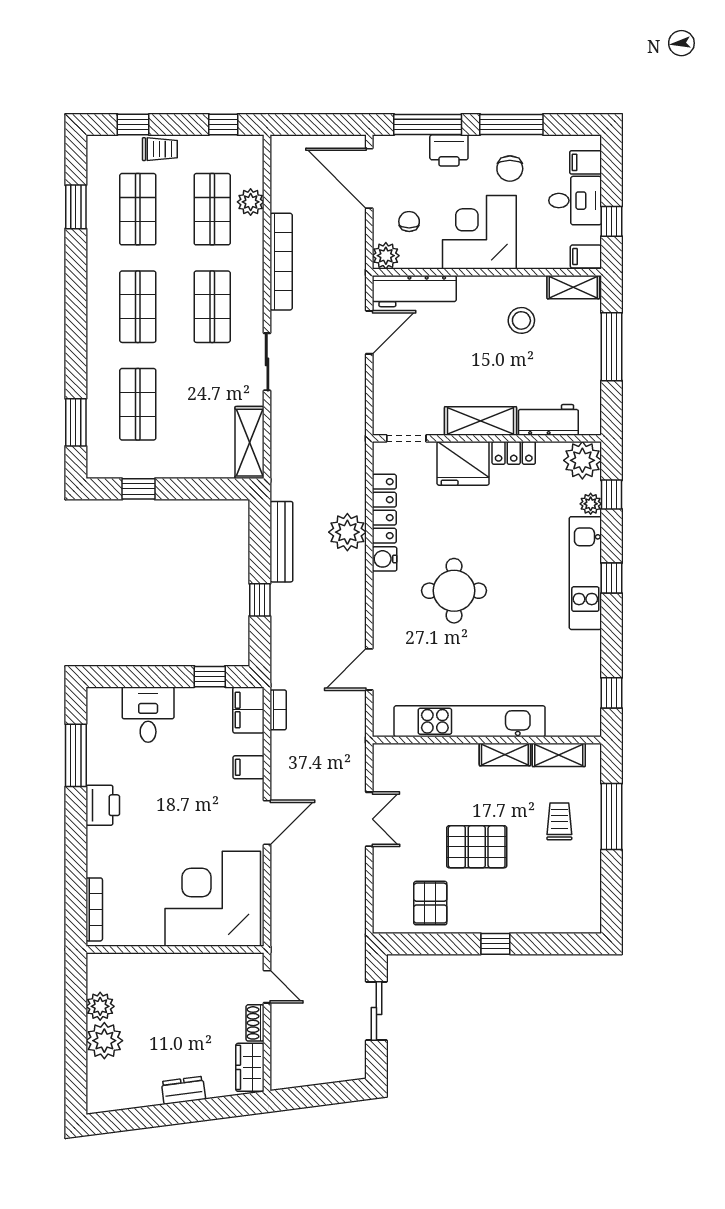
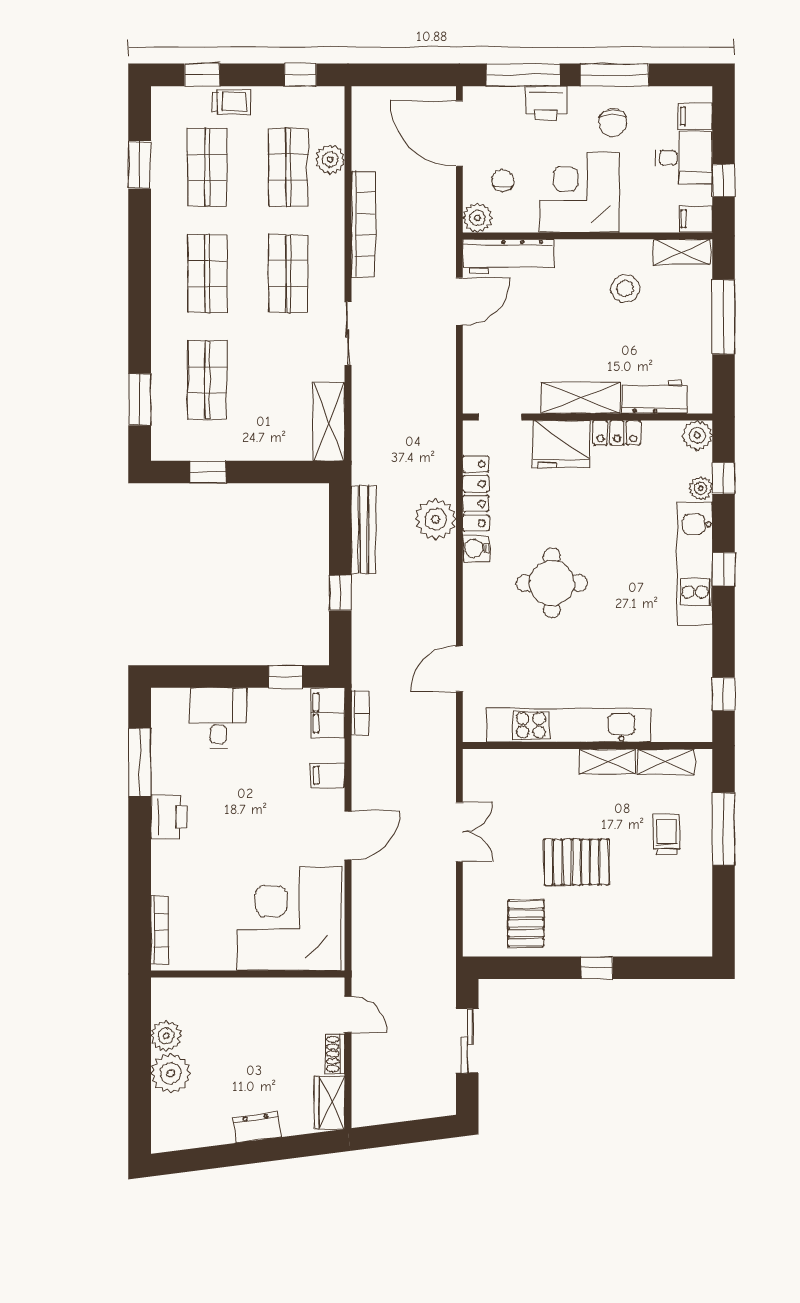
plant: (582, 460) -> (697, 435), width x0.73, depth x0.73

